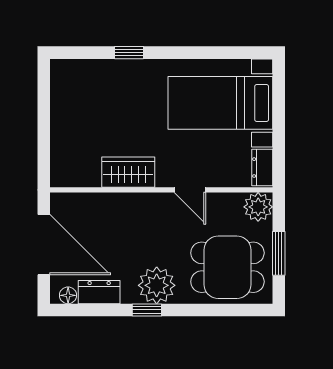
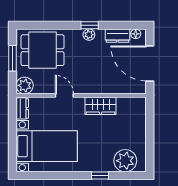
plant: (86, 78) -> (125, 161), added
plant: (157, 285) -> (89, 35), width x0.53, depth x0.53

